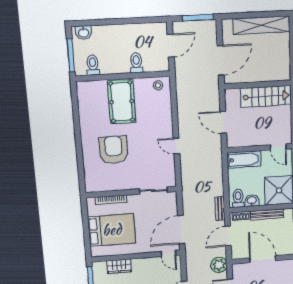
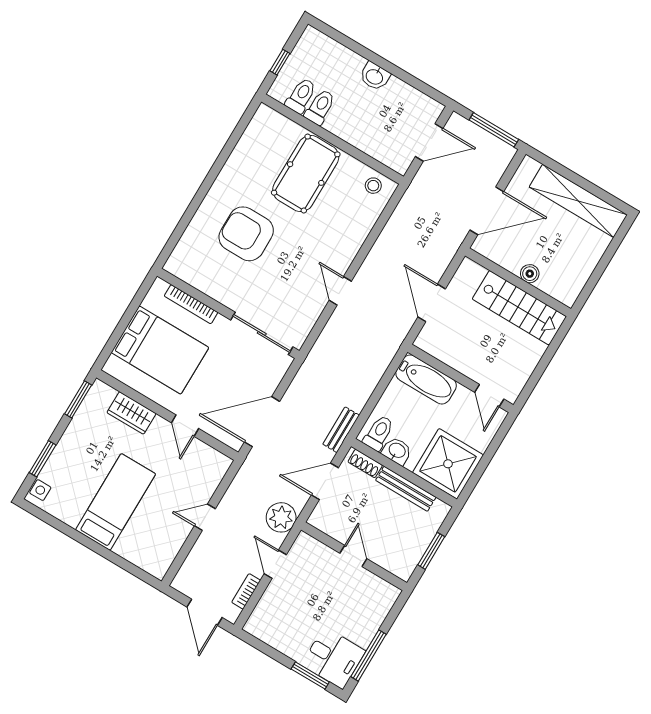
washbasin: (84, 33) -> (375, 76), moved
window: (71, 55) -> (280, 62), width x0.46
toilet: (136, 63) -> (320, 107), moved
boiler: (261, 77) -> (530, 274), added
armchair: (114, 150) -> (246, 234), turned -90
sliding door: (153, 191) -> (262, 333), width x1.37
door: (168, 253) -> (185, 426), moved
door: (263, 259) -> (353, 556), width x0.53

